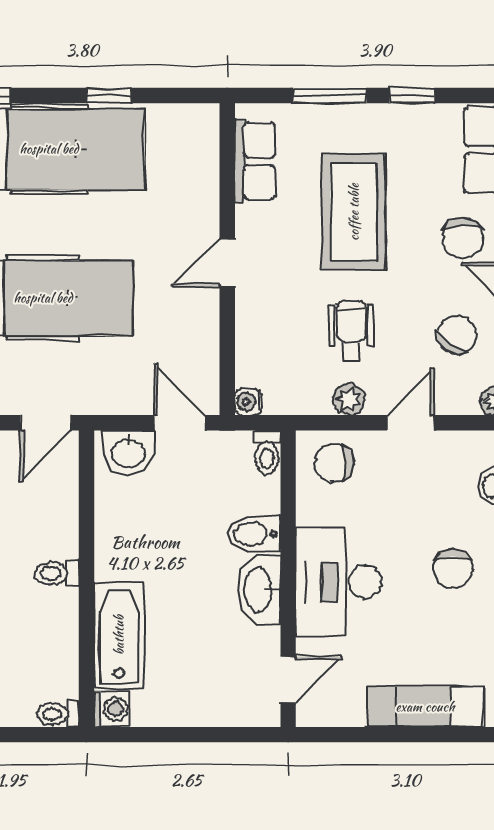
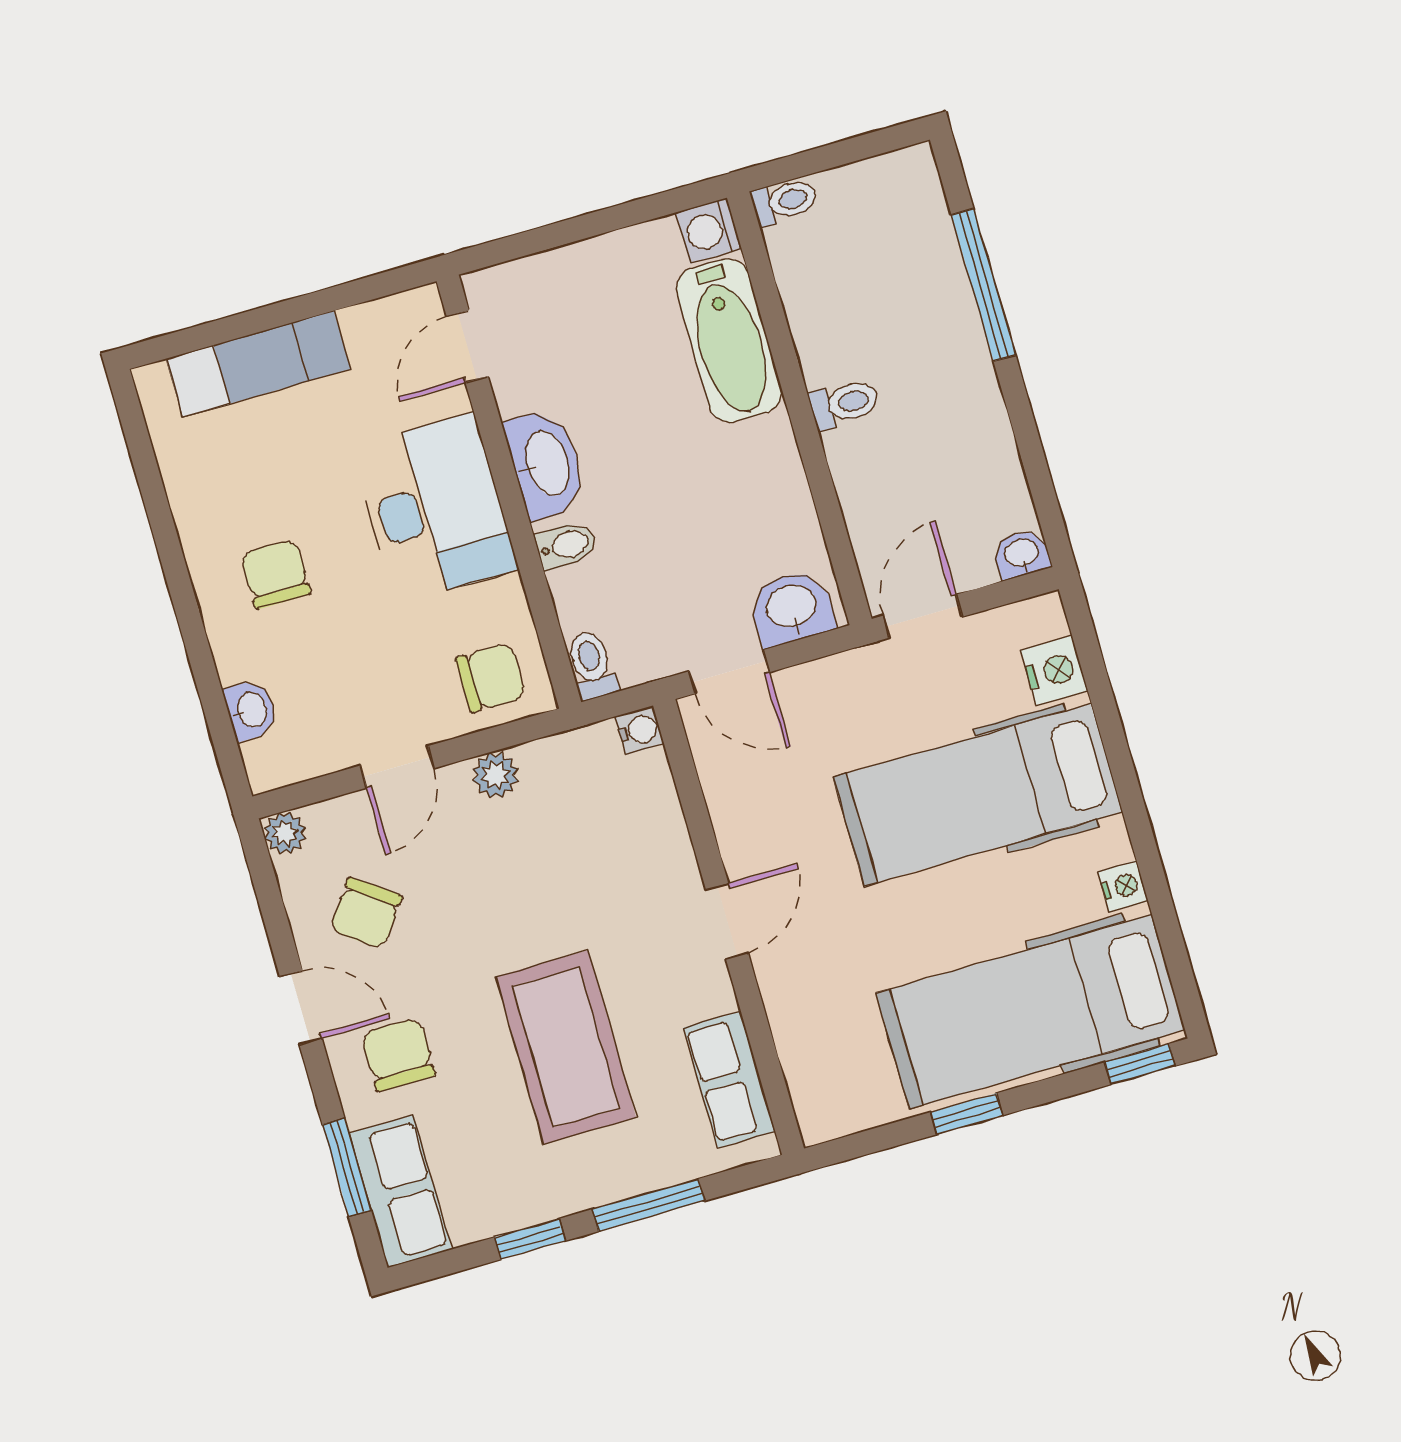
wheelchair: (351, 330) -> (521, 876), removed
bidet: (254, 534) -> (566, 545), width x0.72, depth x0.74

